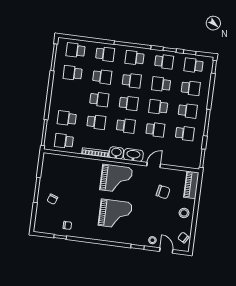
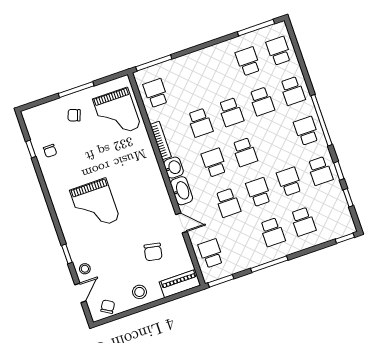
school desk: (194, 65) -> (334, 211), removed
school desk: (132, 80) -> (276, 142), removed
school desk: (67, 118) -> (186, 83), removed
school desk: (126, 126) -> (214, 163), turned 180
school desk: (185, 133) -> (211, 253), moved, turned 180
grand piano: (116, 179) -> (117, 113), moved

